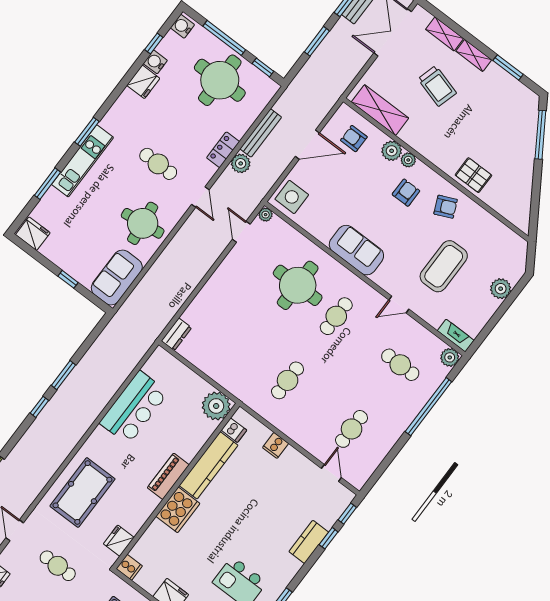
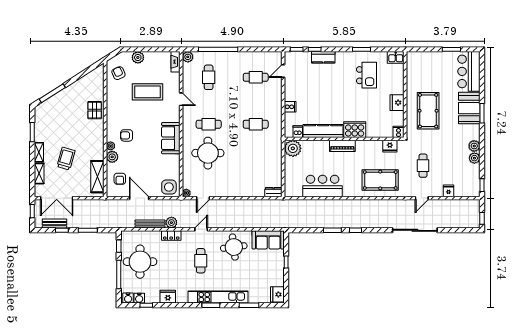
water cooler: (155, 62) -> (139, 298), moved
kitchen unit: (83, 161) -> (218, 297), width x1.36
armchair: (446, 207) -> (118, 73), moved

